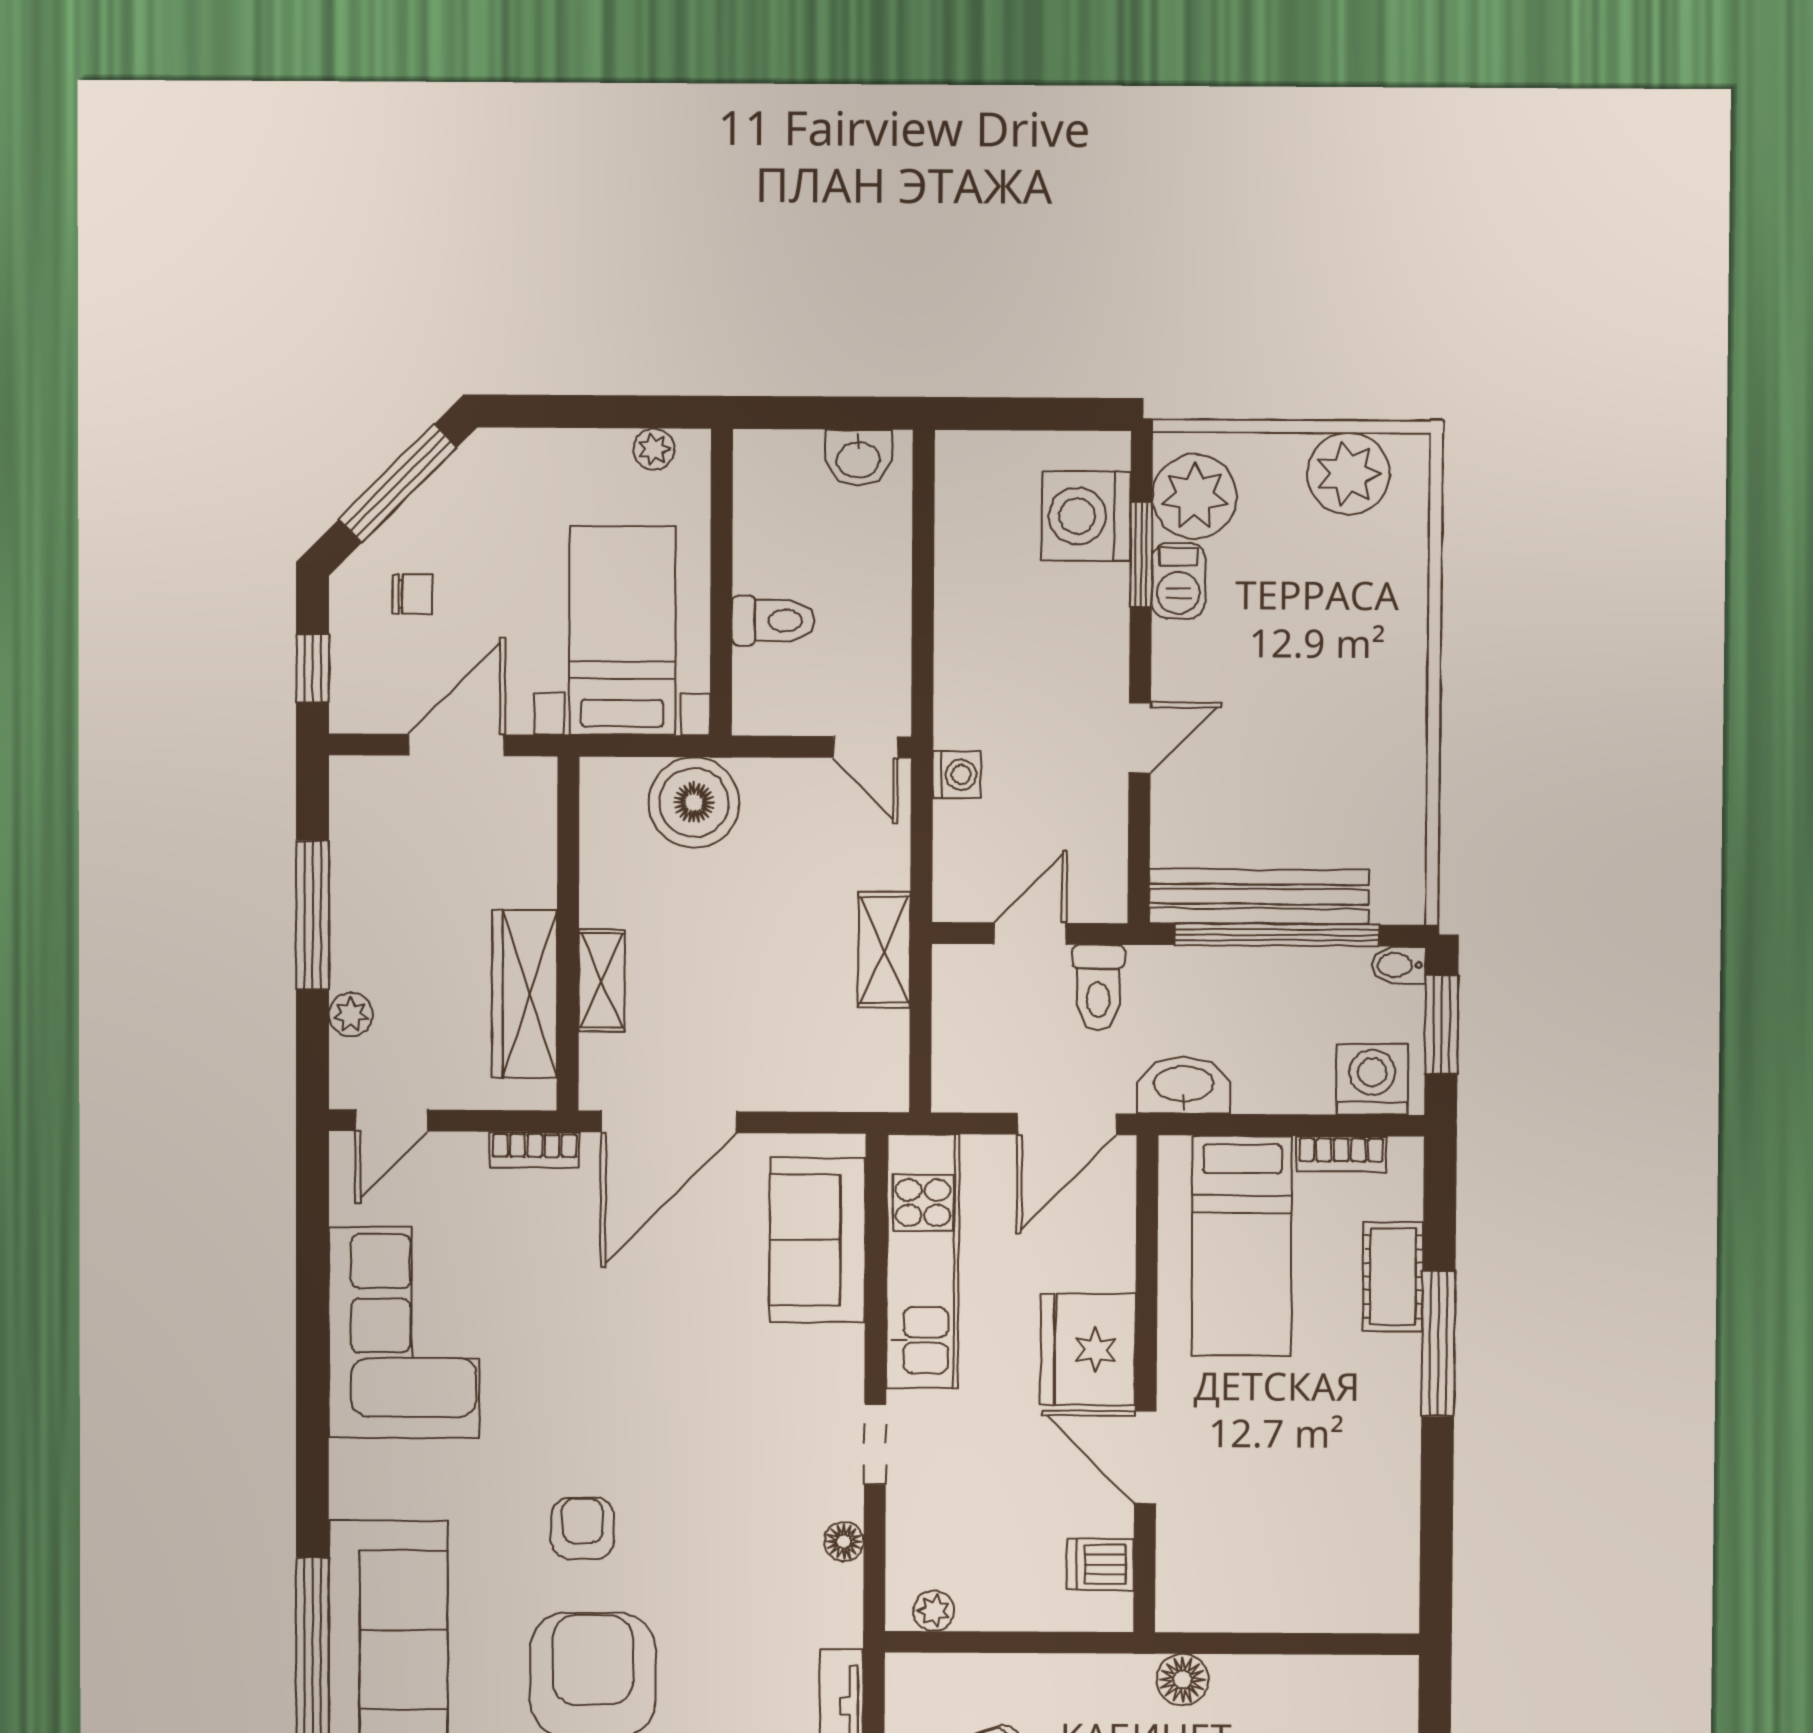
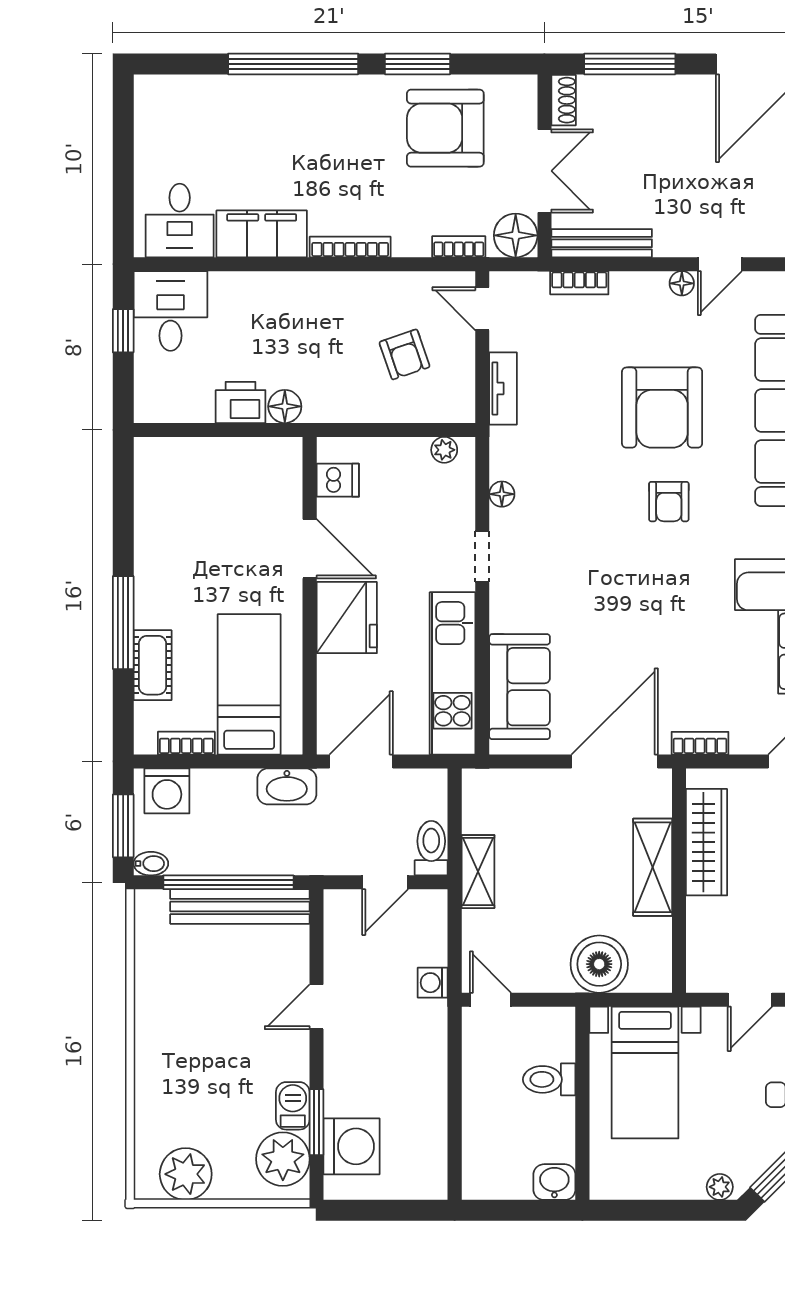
plant: (654, 449) -> (720, 1187), moved
washbasin: (858, 458) -> (554, 1182), moved
door: (457, 745) -> (750, 1000), width x0.73
shelving: (602, 981) -> (653, 867), width x1.50, depth x1.33
toilet: (1098, 988) -> (431, 848), moved
printer: (1252, 1686) -> (241, 402), added

